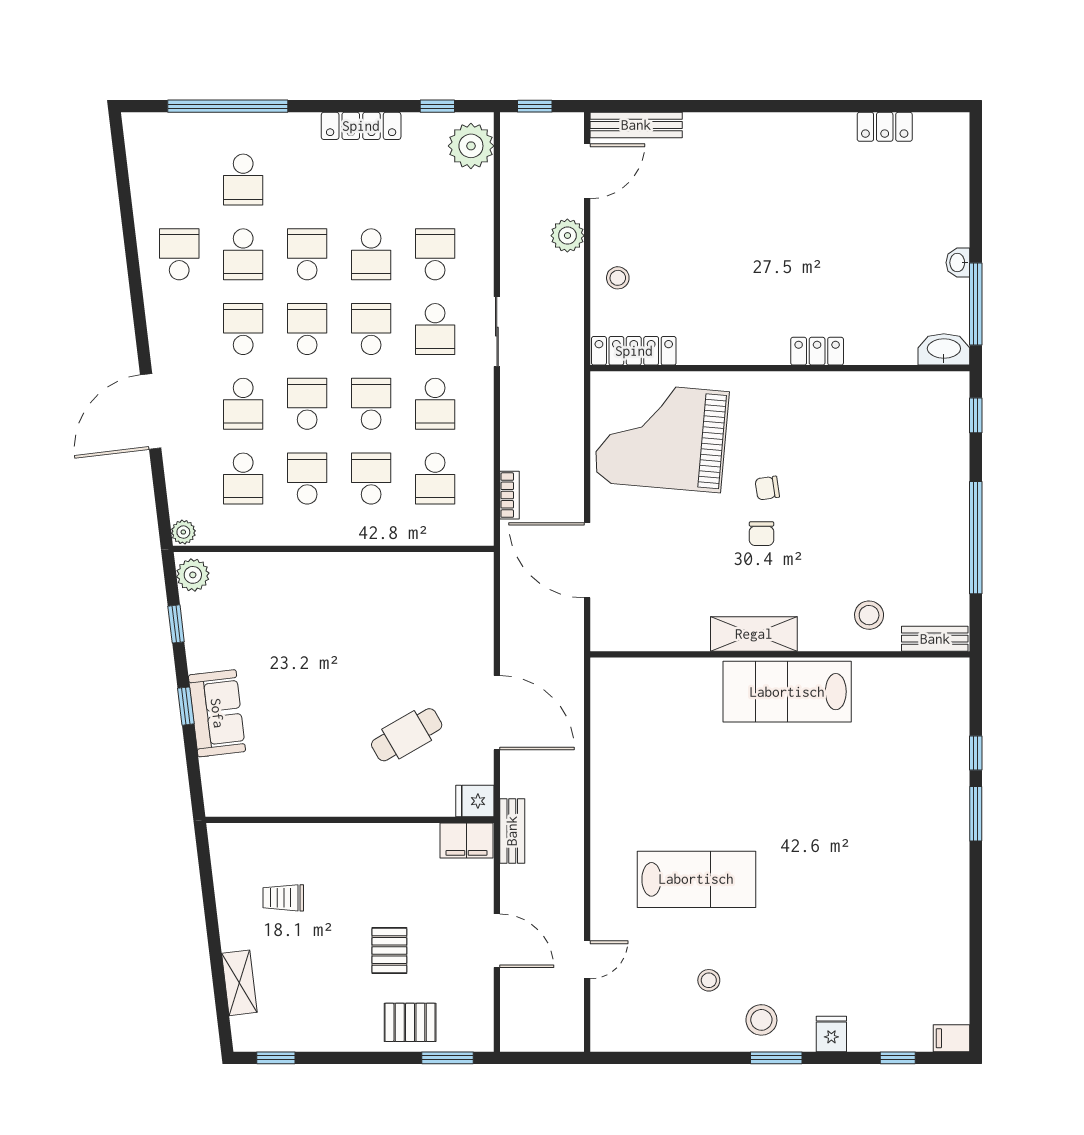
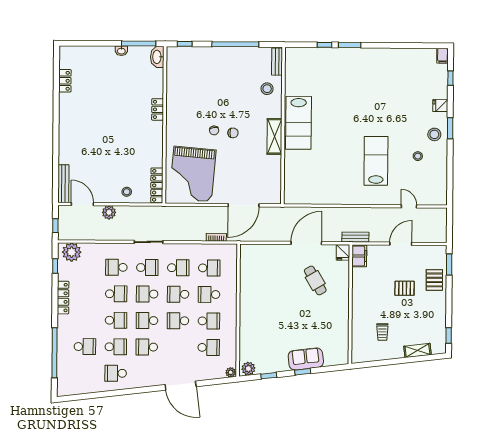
school desk: (307, 254) -> (116, 320), turned 180
school desk: (243, 404) -> (178, 347), removed
school desk: (307, 479) -> (209, 321), turned 180

